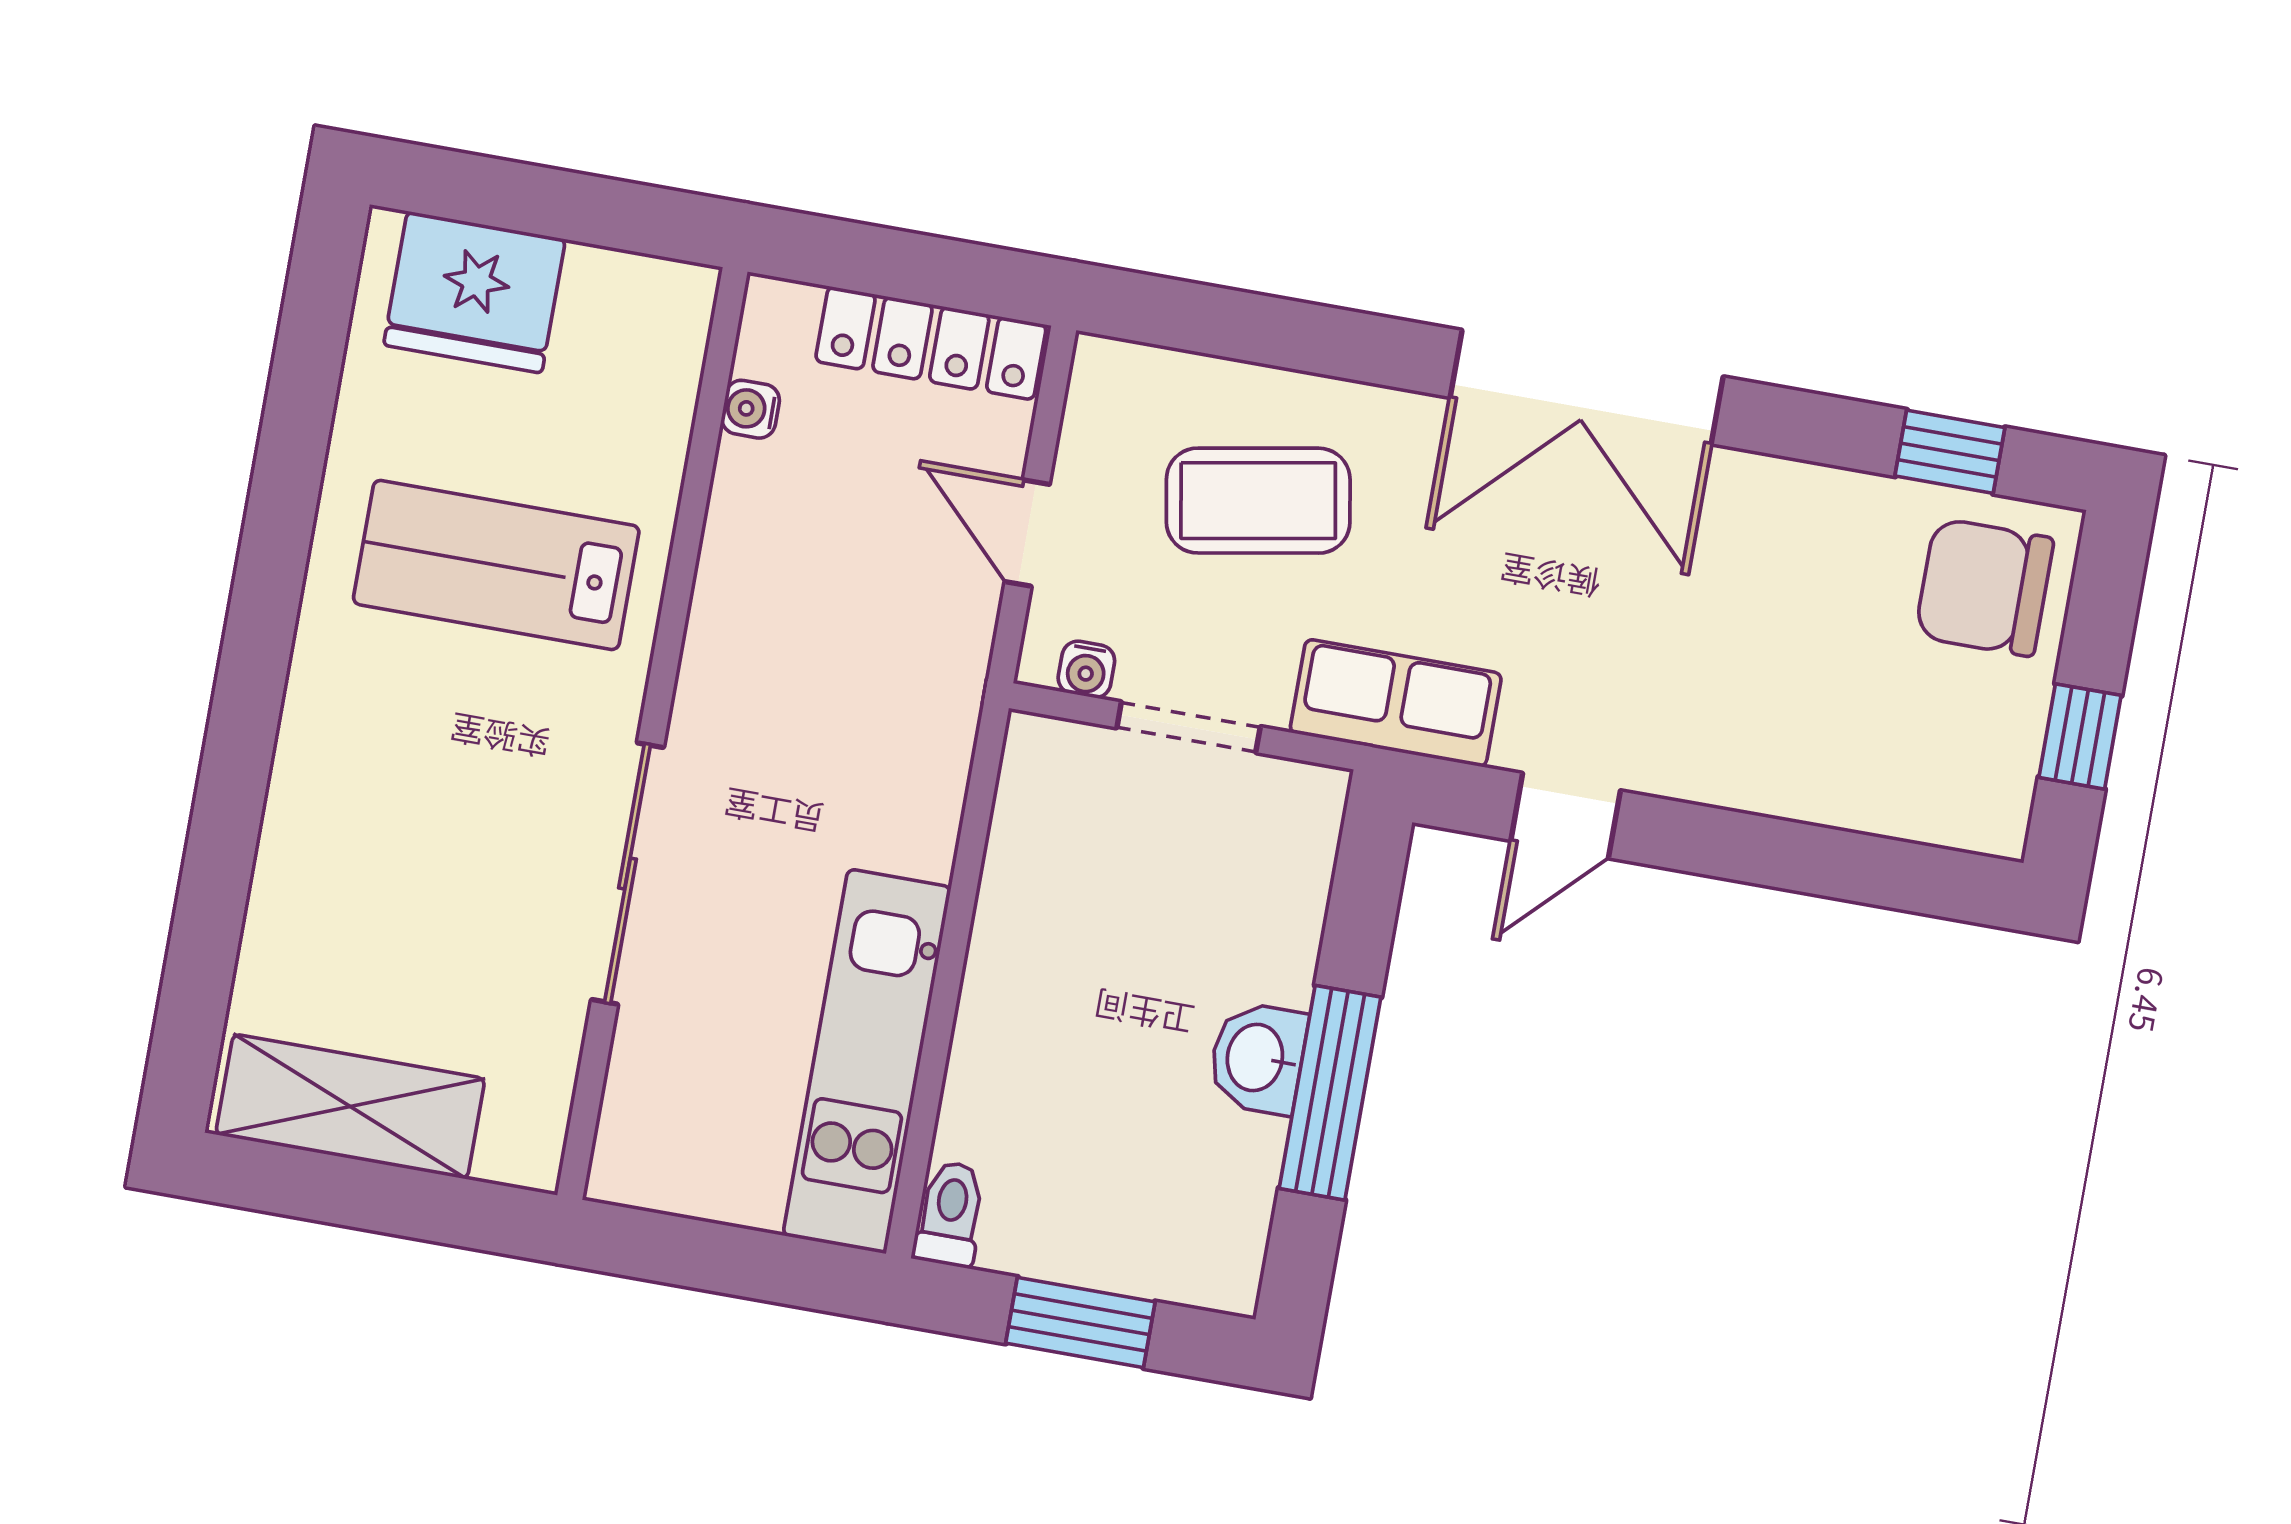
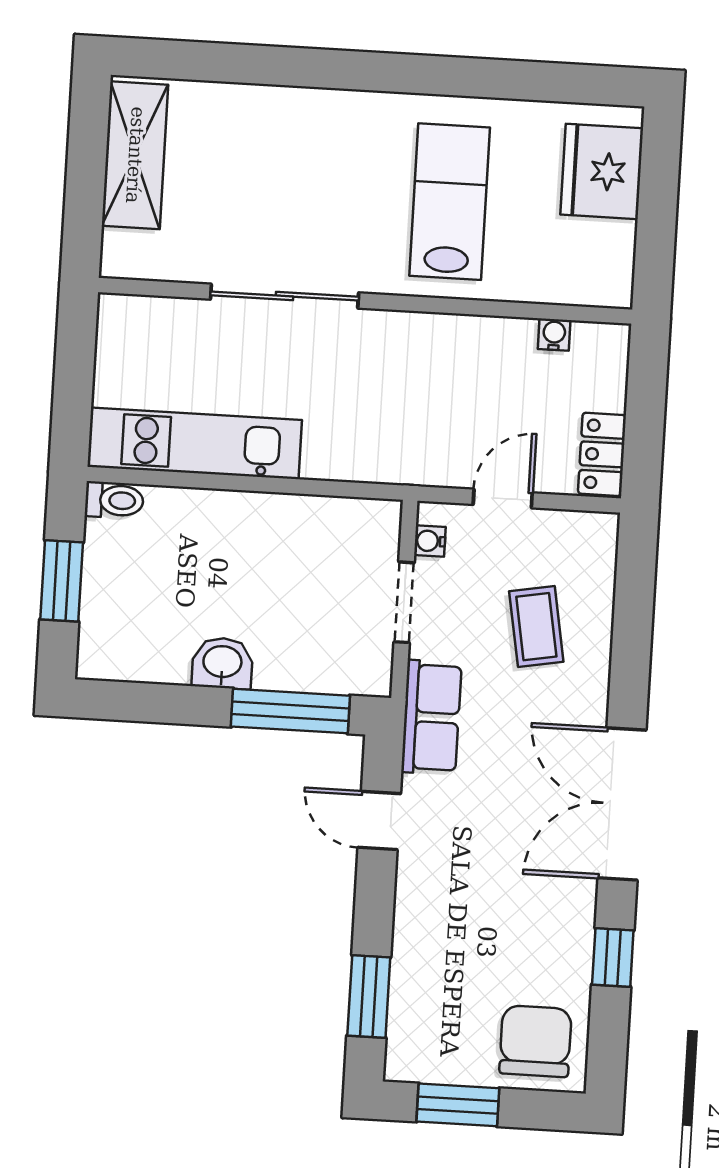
locker: (931, 343) -> (602, 454), width x0.66
window: (1950, 452) -> (613, 957), moved
coffee table: (1258, 501) -> (536, 627), width x0.73, depth x0.77
window: (2080, 736) -> (458, 1105), width x1.50
window: (1872, 870) -> (369, 996), added
window: (1330, 1093) -> (290, 711), moved

